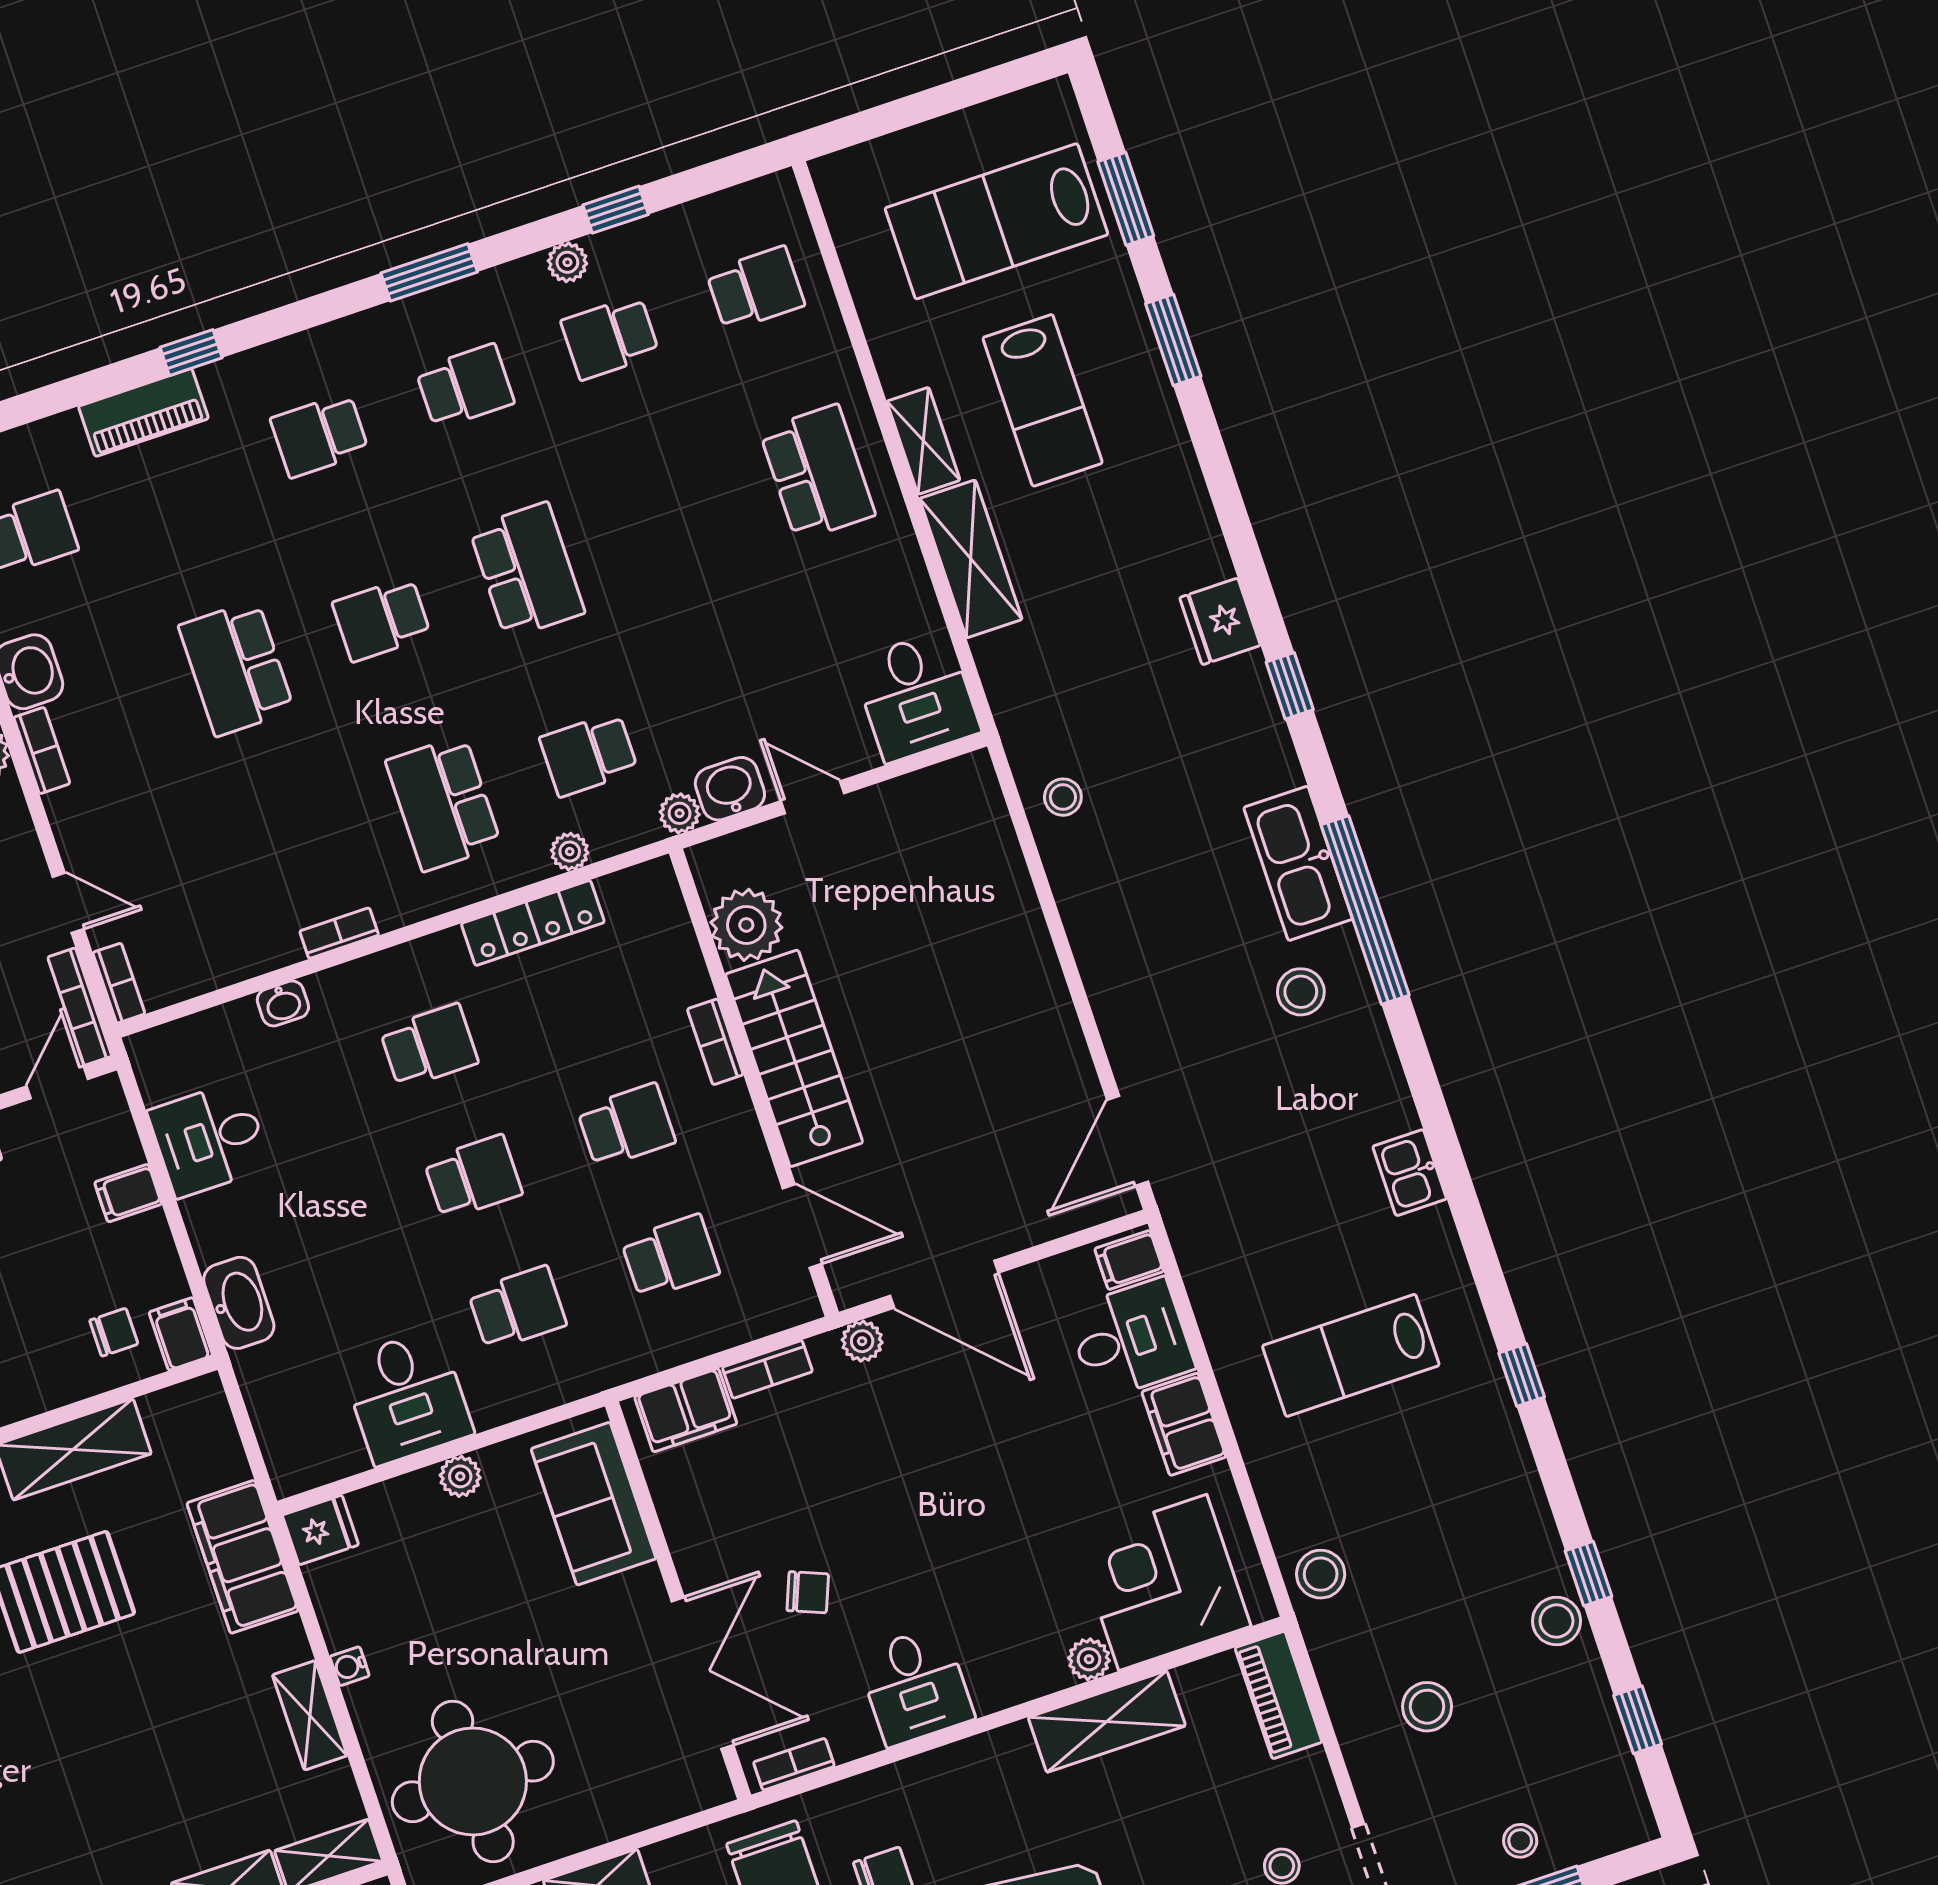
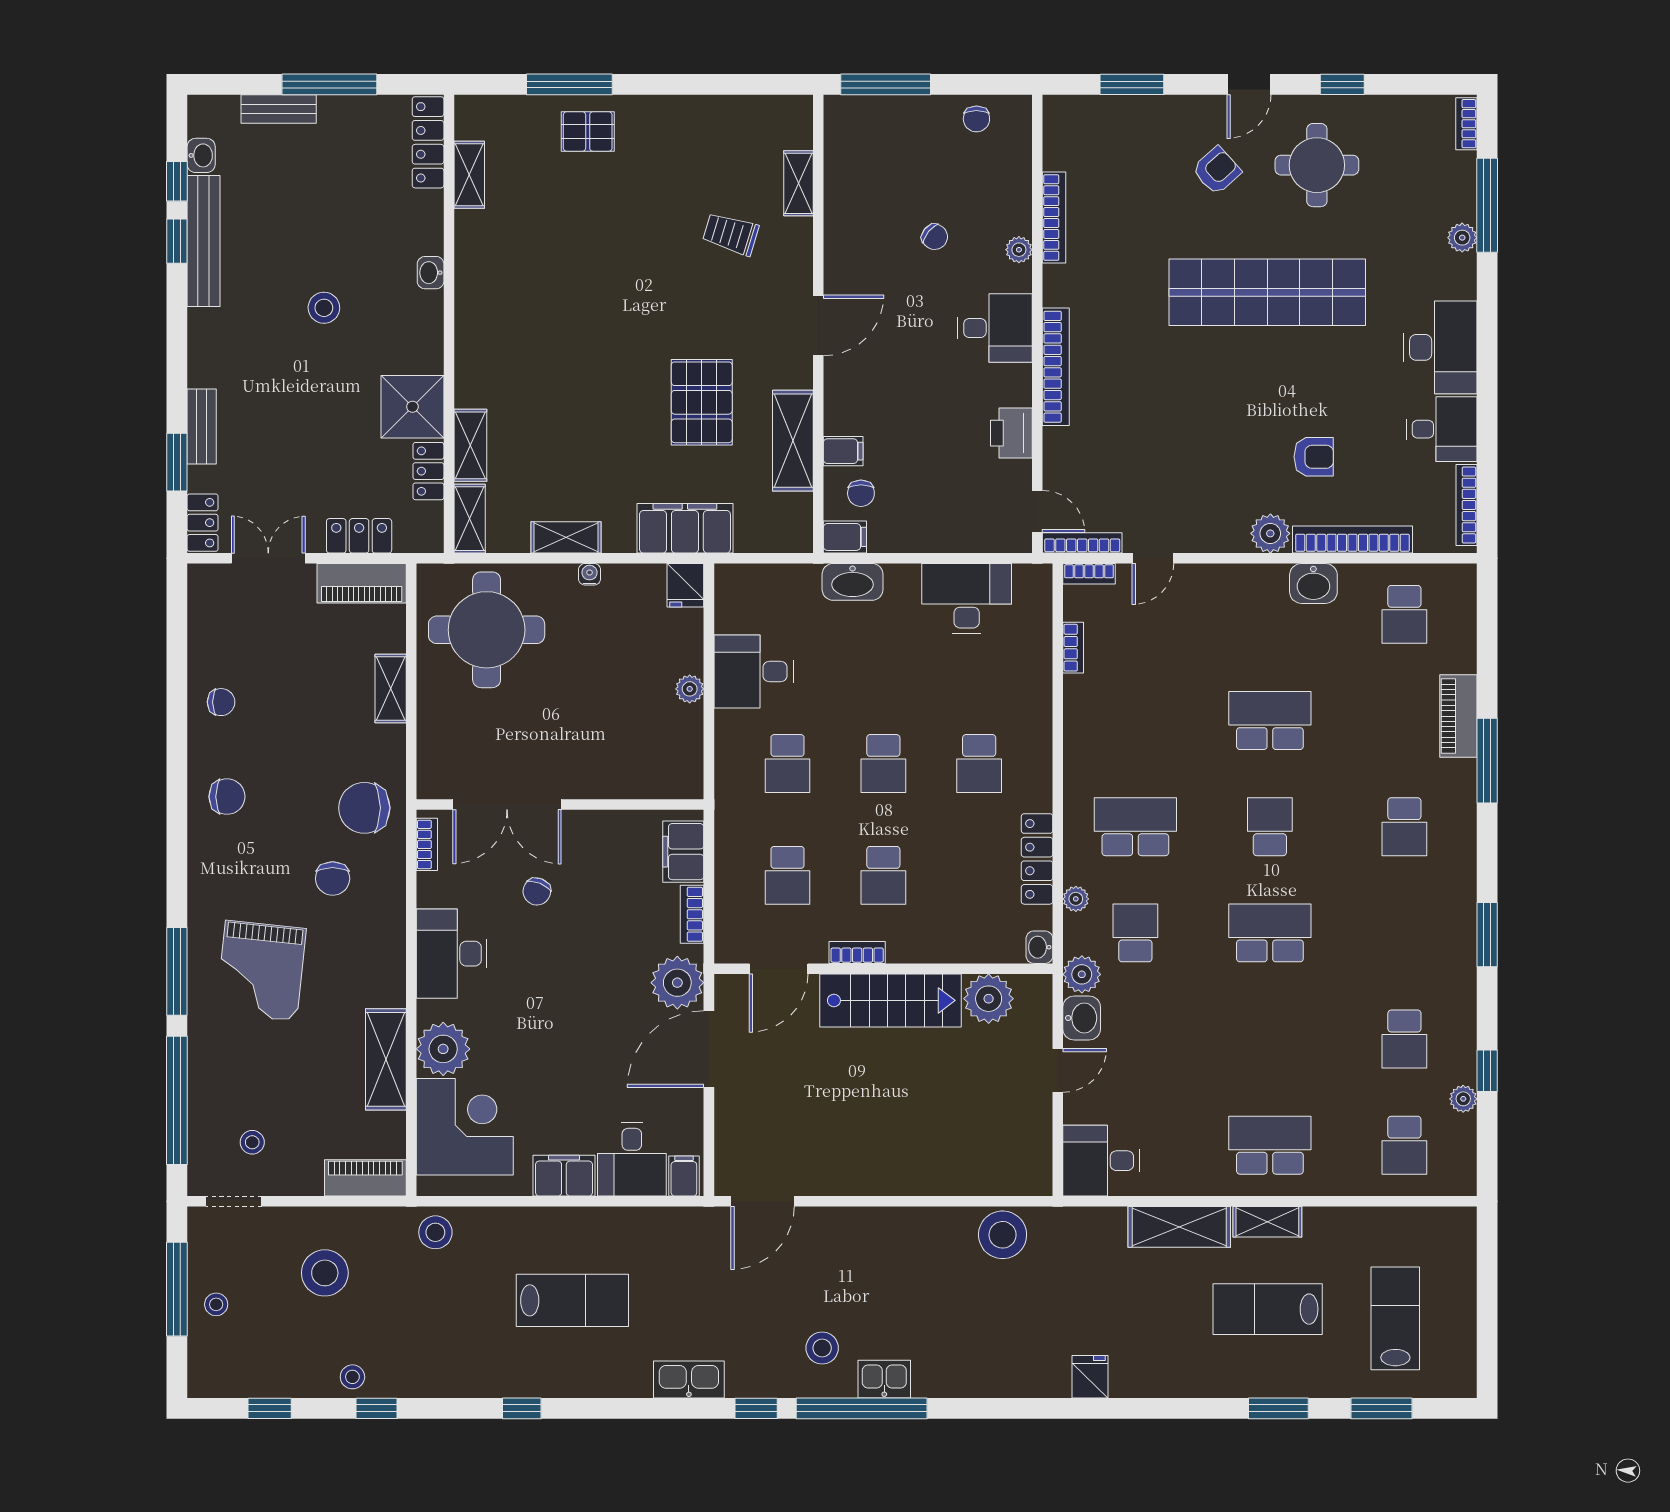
lab bench: (996, 221) -> (1395, 1318), width x0.73, depth x0.72
plant: (567, 262) -> (1463, 1099), moved
school desk: (610, 337) -> (1404, 1039), turned 180
window: (191, 353) -> (1487, 761), width x2.17
school desk: (465, 386) -> (1404, 933), removed
school desk: (320, 435) -> (1404, 827), turned 180
school desk: (817, 473) -> (1270, 1145), turned 180
school desk: (527, 570) -> (1270, 933), turned 180
fridge: (1220, 621) -> (1090, 1377), width x0.72
window: (1290, 686) -> (756, 1408), moved
bookcase: (42, 750) -> (1259, 575), removed
stool: (1063, 797) -> (1003, 1235), width x1.89, depth x1.89
plant: (680, 813) -> (1082, 974), width x1.38, depth x1.38
kitchen sink: (1298, 863) -> (884, 1379), width x0.53, depth x0.81
bookcase: (339, 933) -> (1073, 648), moved
washbasin: (283, 1003) -> (1039, 947), moved
bookcase: (715, 1042) -> (857, 952), moved
desk: (209, 1139) -> (967, 599), width x1.37
door: (1128, 1141) -> (763, 1201), swing flipped
kitchen sink: (1410, 1173) -> (689, 1379), width x1.38
filing cabinet: (128, 1193) -> (843, 451), moved, turned 90
plant: (862, 1341) -> (677, 983), width x1.87, depth x1.87
lab bench: (1351, 1355) -> (572, 1300), turned 90
sofa: (594, 1504) -> (642, 770), removed
stool: (1557, 1621) -> (352, 1377), width x0.73, depth x0.73
plant: (1089, 1659) -> (443, 1049), width x1.87, depth x1.87
desk: (915, 1686) -> (452, 954), width x1.37
stool: (1427, 1707) -> (325, 1273), width x1.38, depth x1.38

